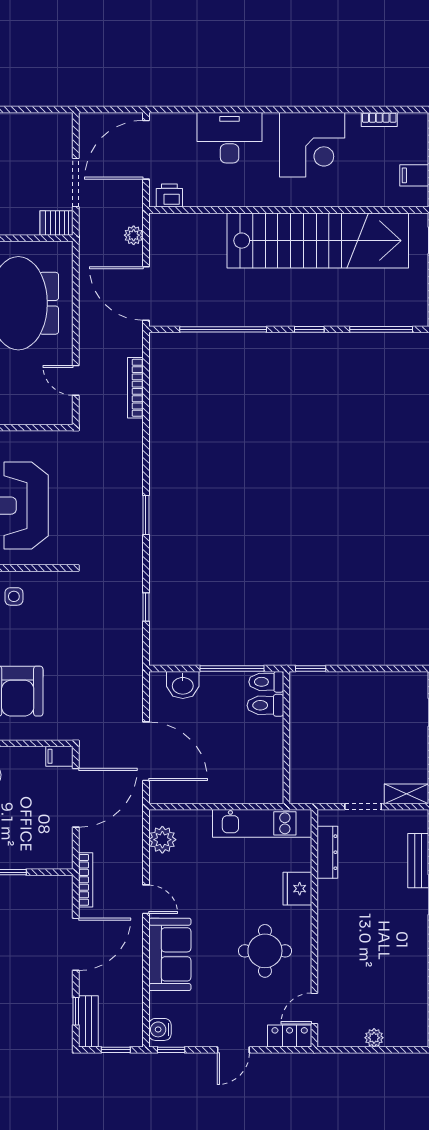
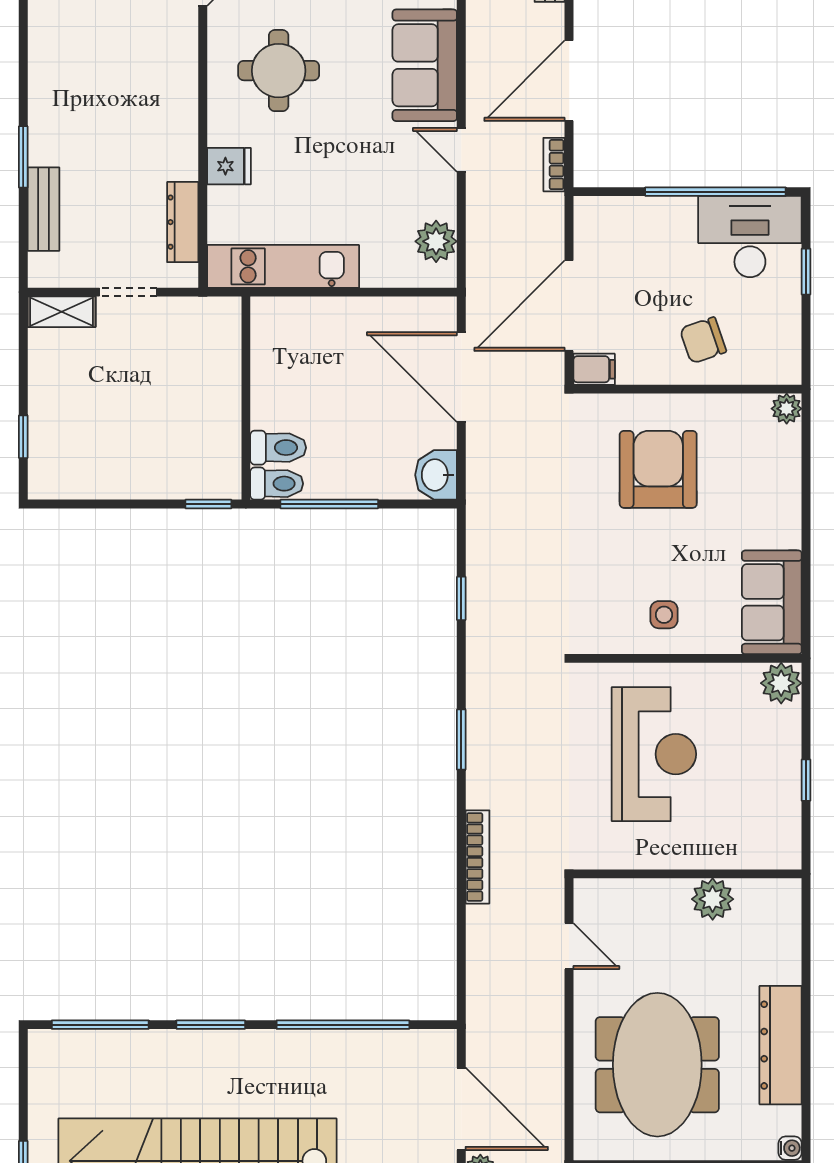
door: (146, 294) -> (461, 1109), moved
window: (309, 329) -> (211, 1025), width x1.50
bookcase: (135, 388) -> (478, 857), moved
washbasin: (183, 685) -> (436, 475), moved, turned -90
bookcase: (86, 880) -> (554, 165), width x0.64
fridge: (297, 889) -> (229, 166), width x0.72

